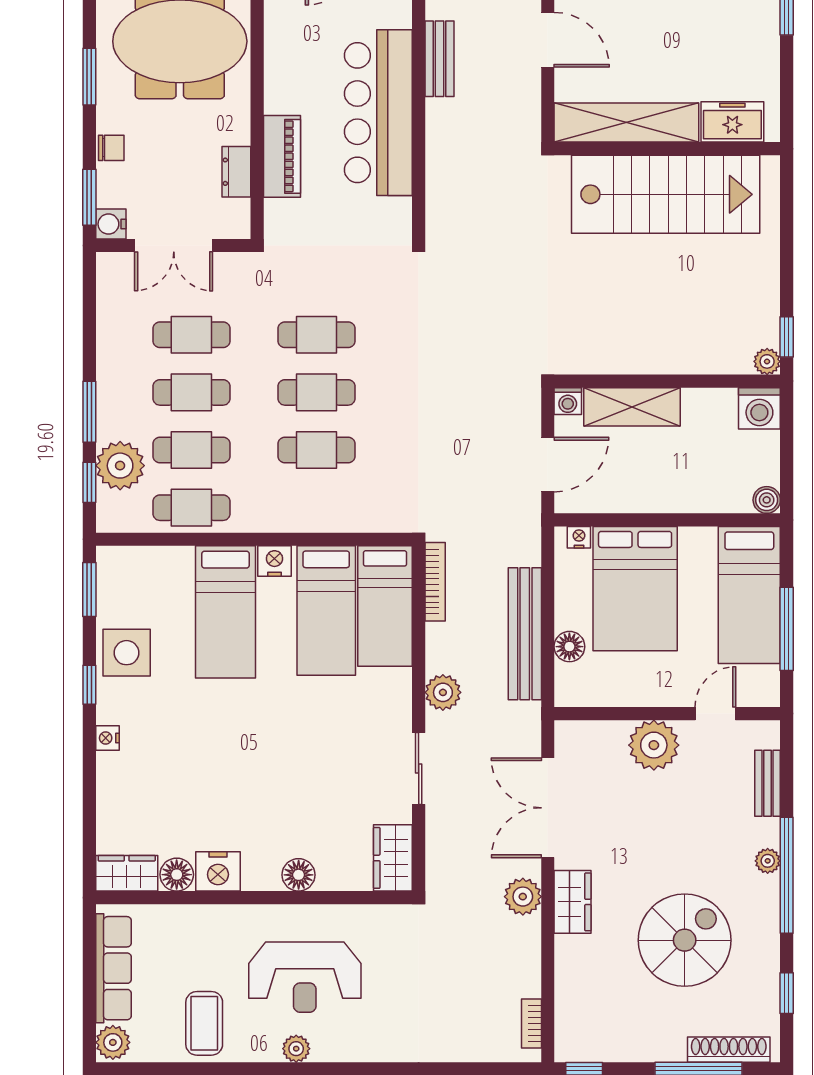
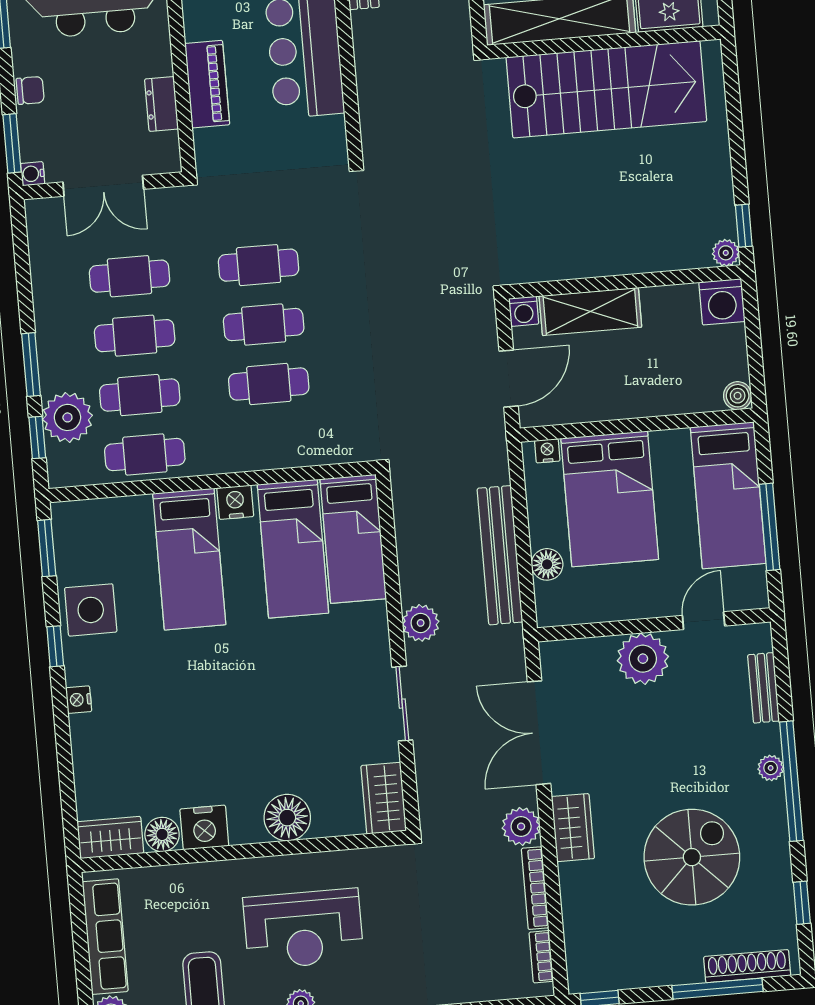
water cooler: (111, 224) -> (33, 174), width x0.72, depth x0.72
bookcase: (435, 582) -> (535, 888), moved, turned 180
floor lamp: (299, 875) -> (287, 818), width x1.38, depth x1.38

